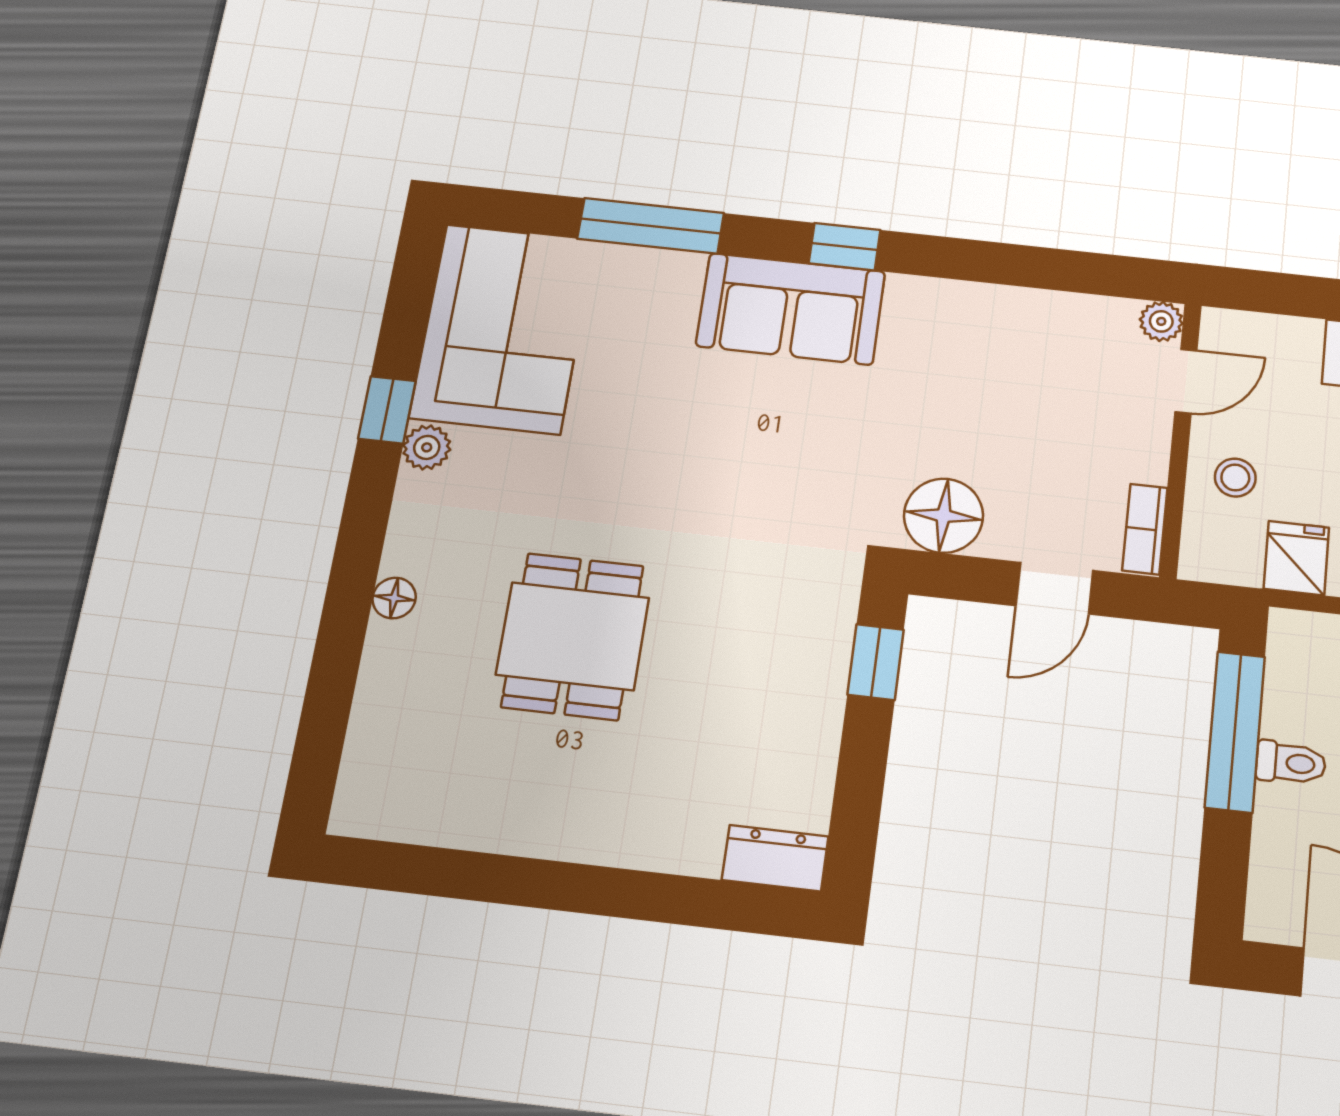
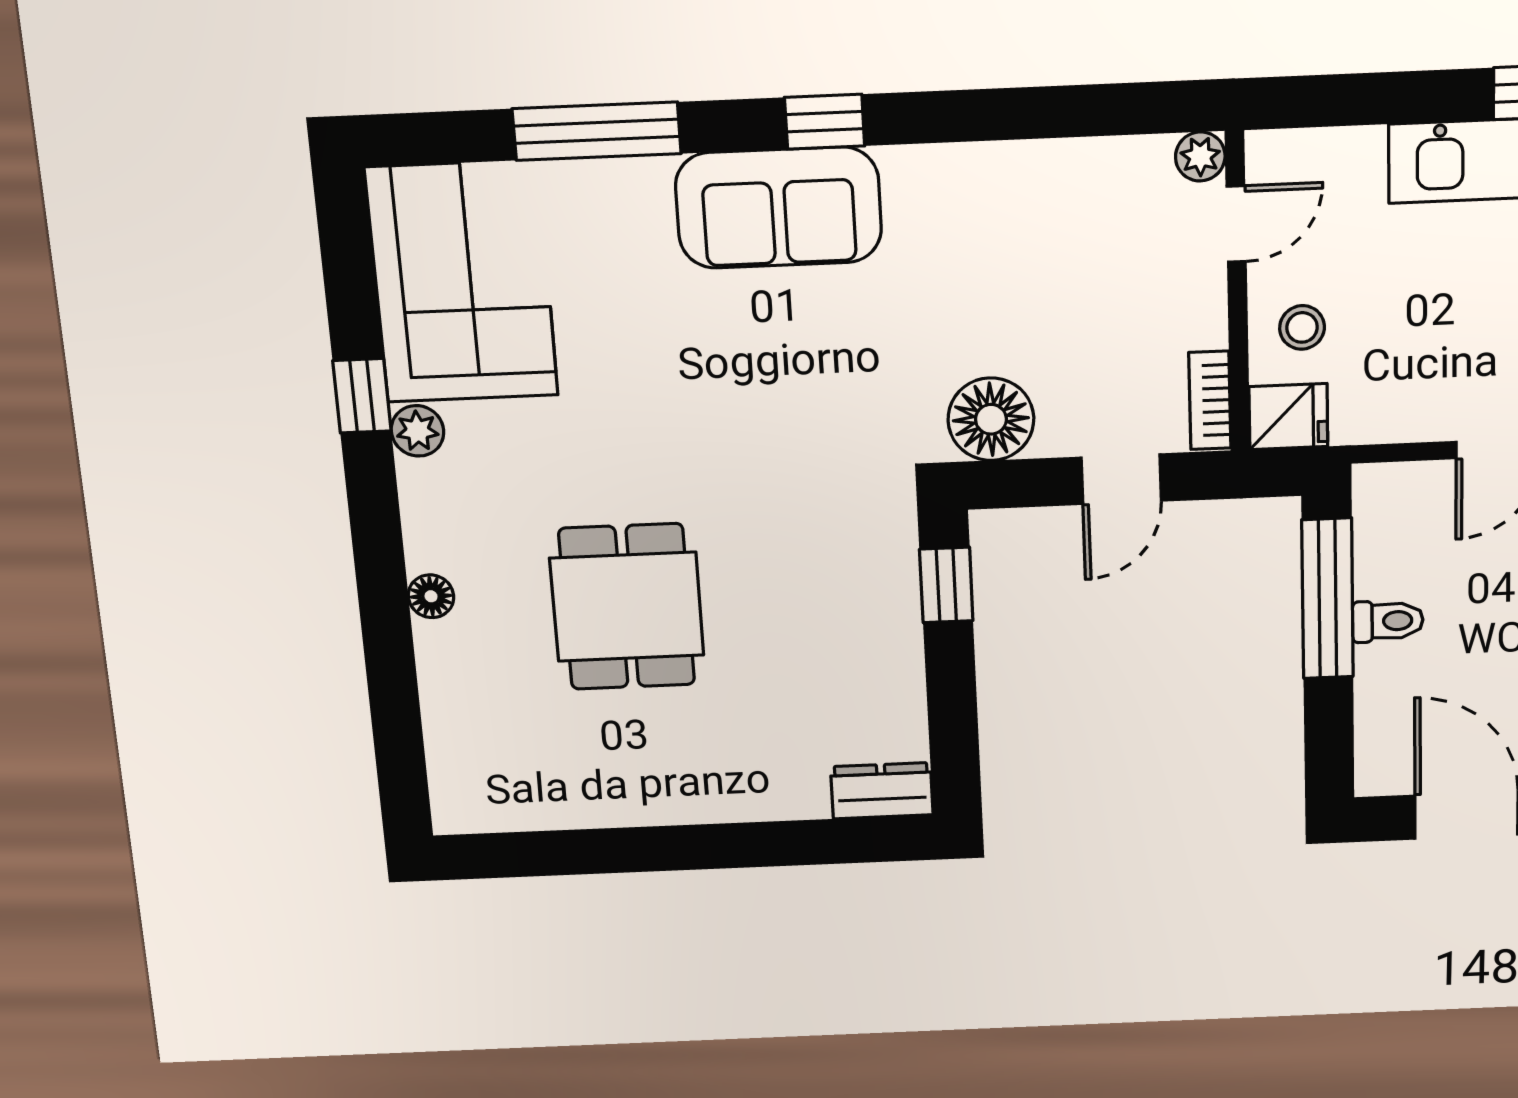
fridge: (1296, 558) -> (1288, 417), moved, turned 90

